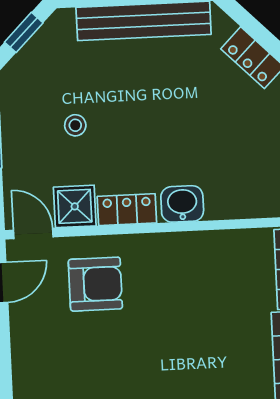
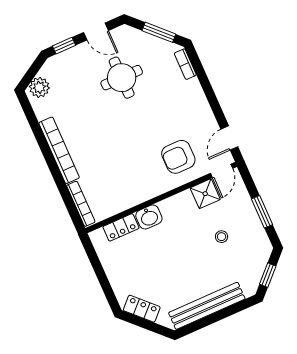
locker: (127, 210) -> (121, 227), moved
door: (33, 234) -> (222, 171), hinge flipped

